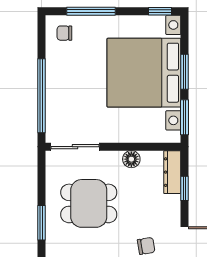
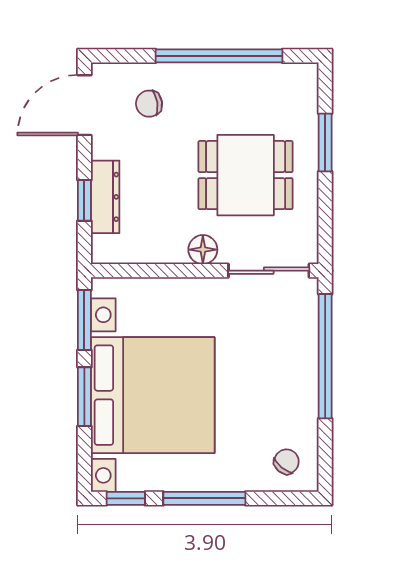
window: (91, 11) -> (204, 498), moved
chair: (64, 33) -> (286, 462), turned -51
floor lamp: (131, 159) -> (203, 250), moved
dresser: (172, 172) -> (105, 197), moved

